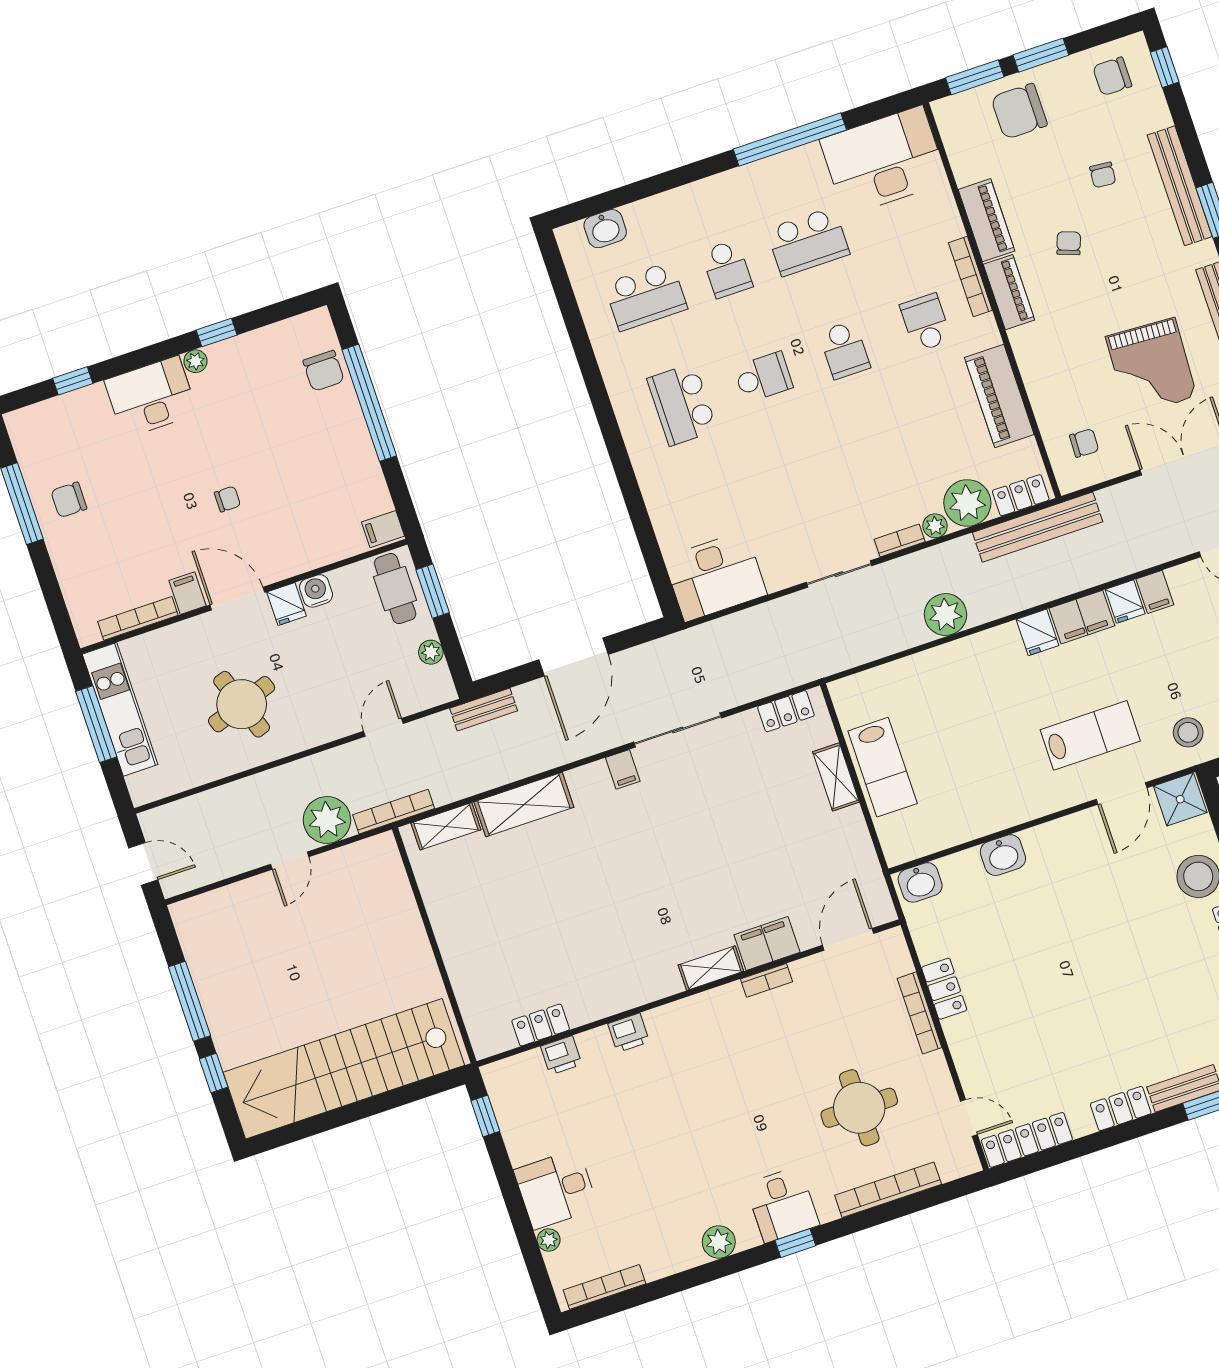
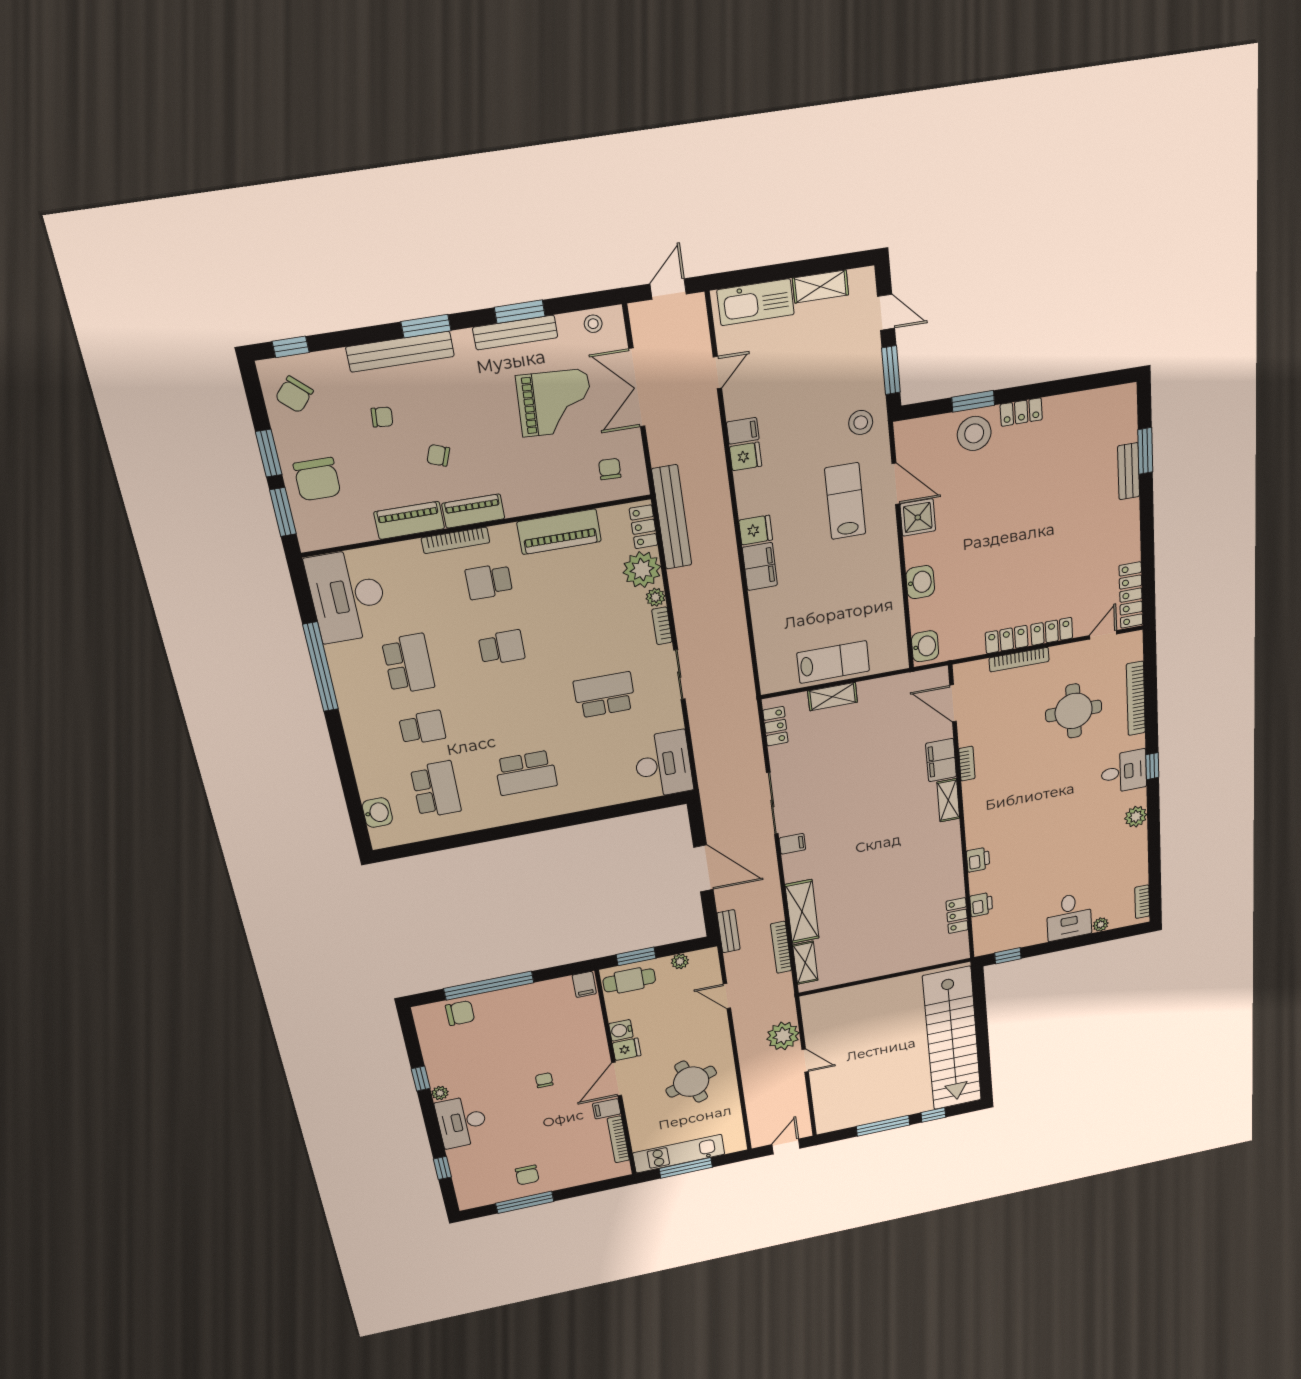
chair: (1112, 76) -> (294, 395), turned 42
school desk: (763, 377) -> (605, 695), moved, width x1.85
plant: (946, 614) -> (727, 599), removed
filing cabinet: (1082, 617) -> (760, 566), moved
shower: (1180, 799) -> (918, 517), moved
bookcase: (394, 812) -> (781, 947), moved
locker: (1121, 1108) -> (1052, 631), moved, turned 90
bookcase: (604, 1287) -> (1142, 902), width x0.64

